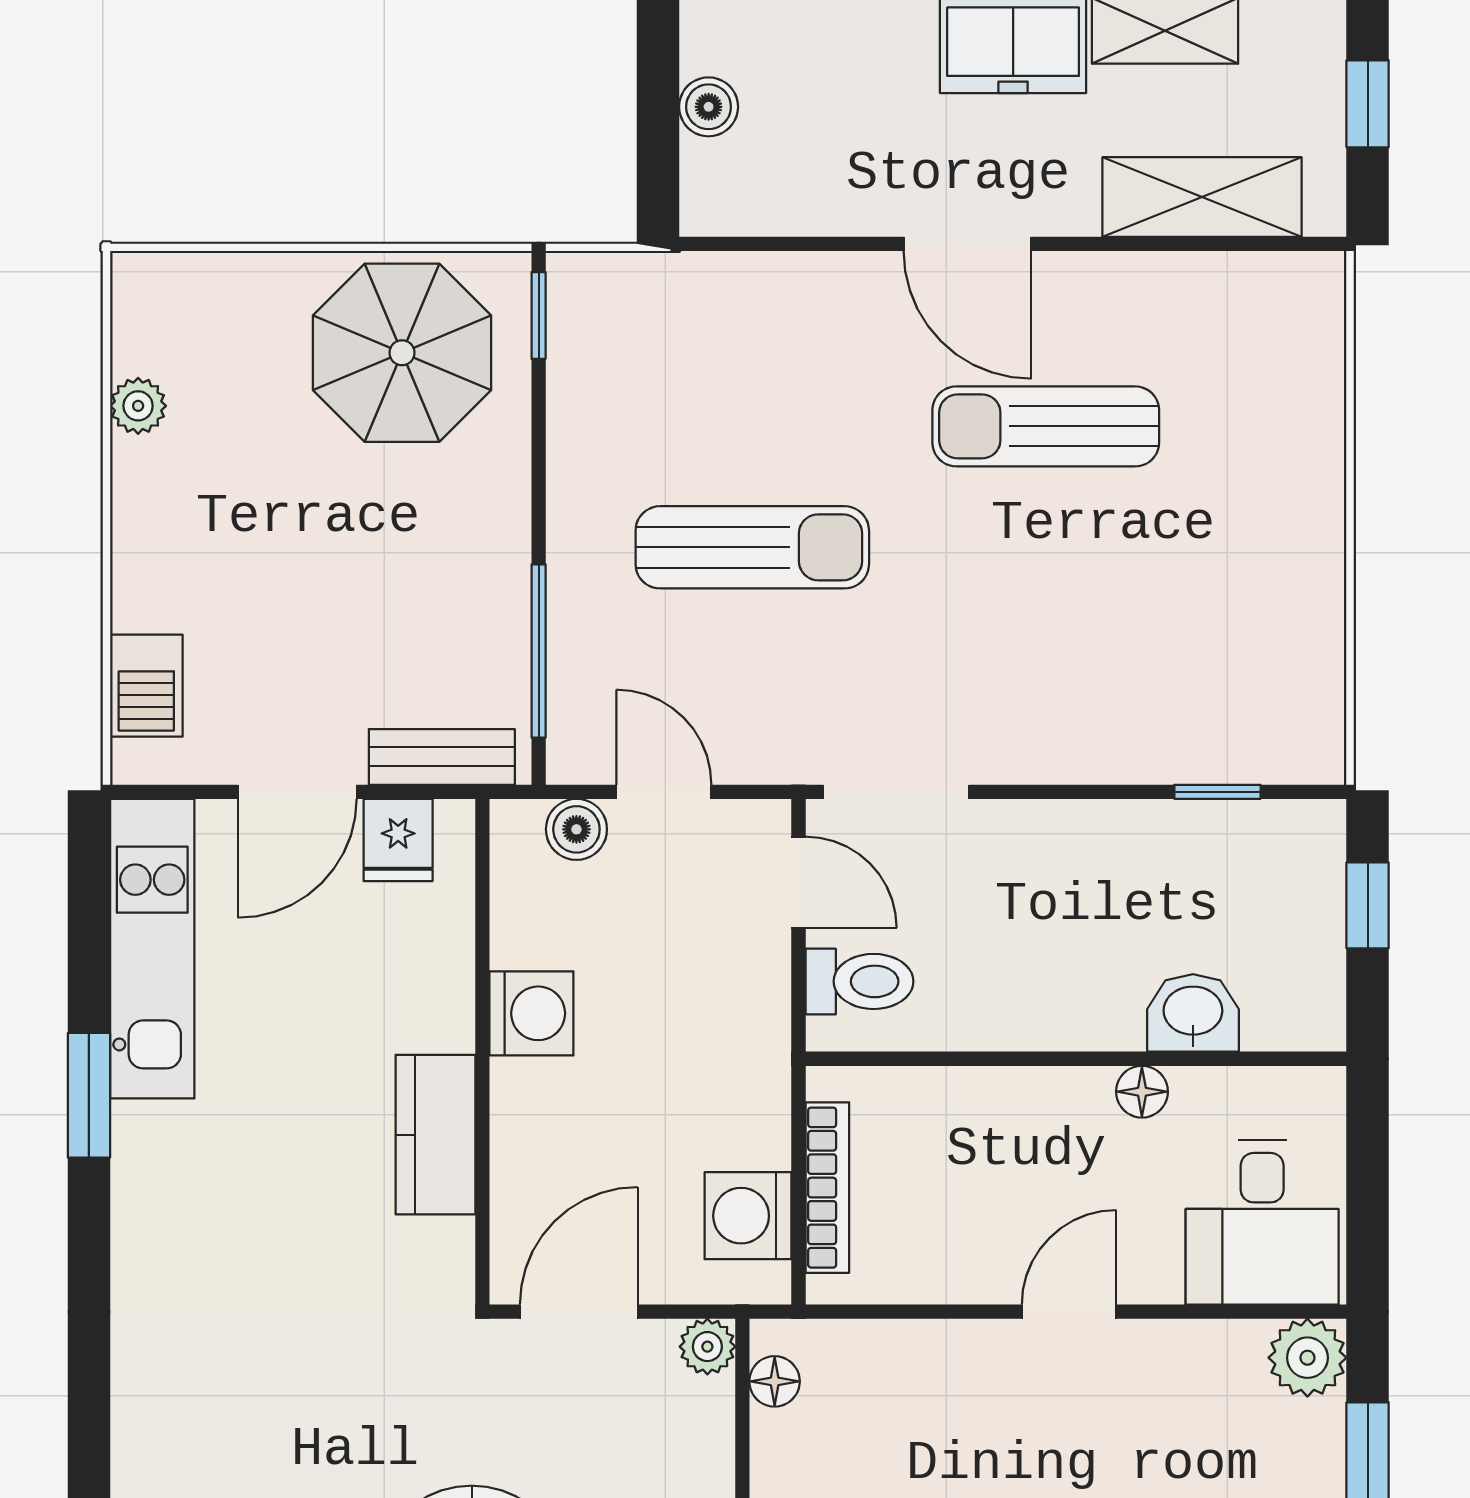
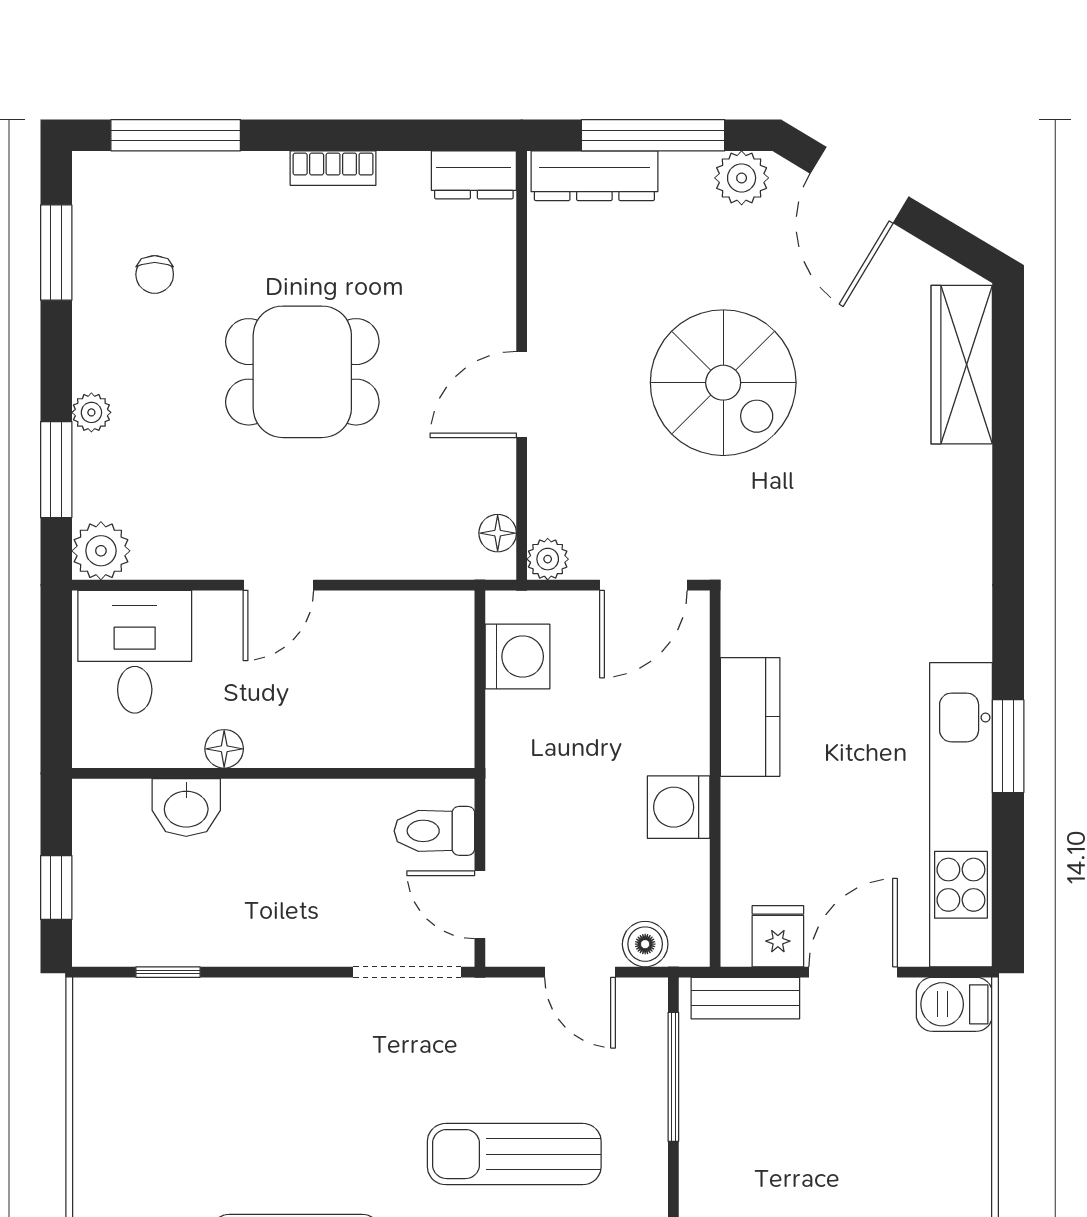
barbecue: (146, 686) -> (954, 1004), moved, turned -90
kitchen unit: (152, 949) -> (961, 815), width x1.36
bookcase: (827, 1188) -> (458, 677), removed

